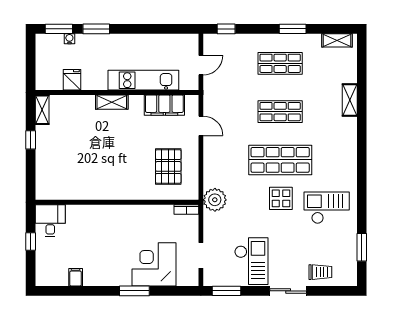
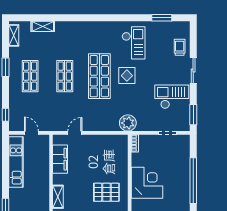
kitchen unit: (143, 80) -> (16, 162), moved, turned 180
shelving: (350, 100) -> (43, 26), moved
pallet: (168, 166) -> (106, 192), moved
checkout: (327, 208) -> (134, 43), turned 180
corner desk: (154, 264) -> (147, 183), moved, turned 180
window: (134, 291) -> (193, 181), width x2.11

